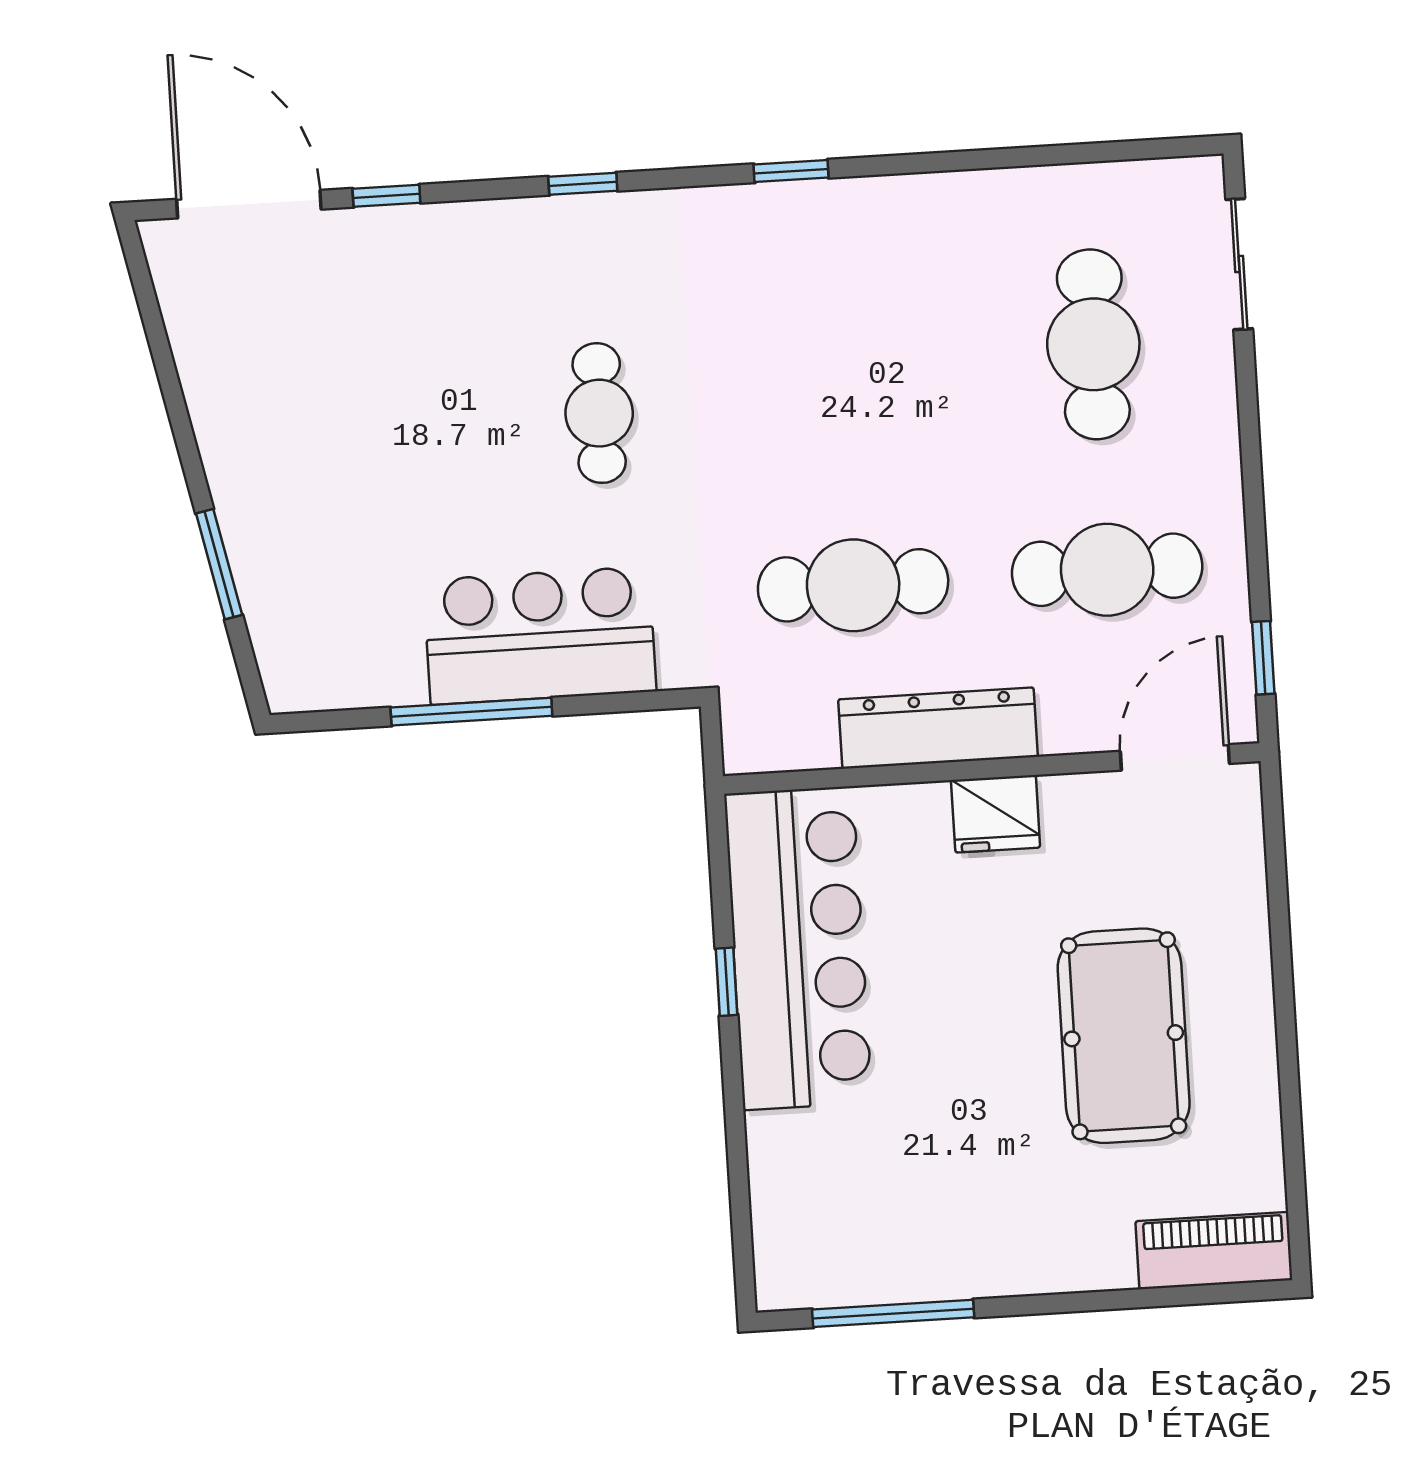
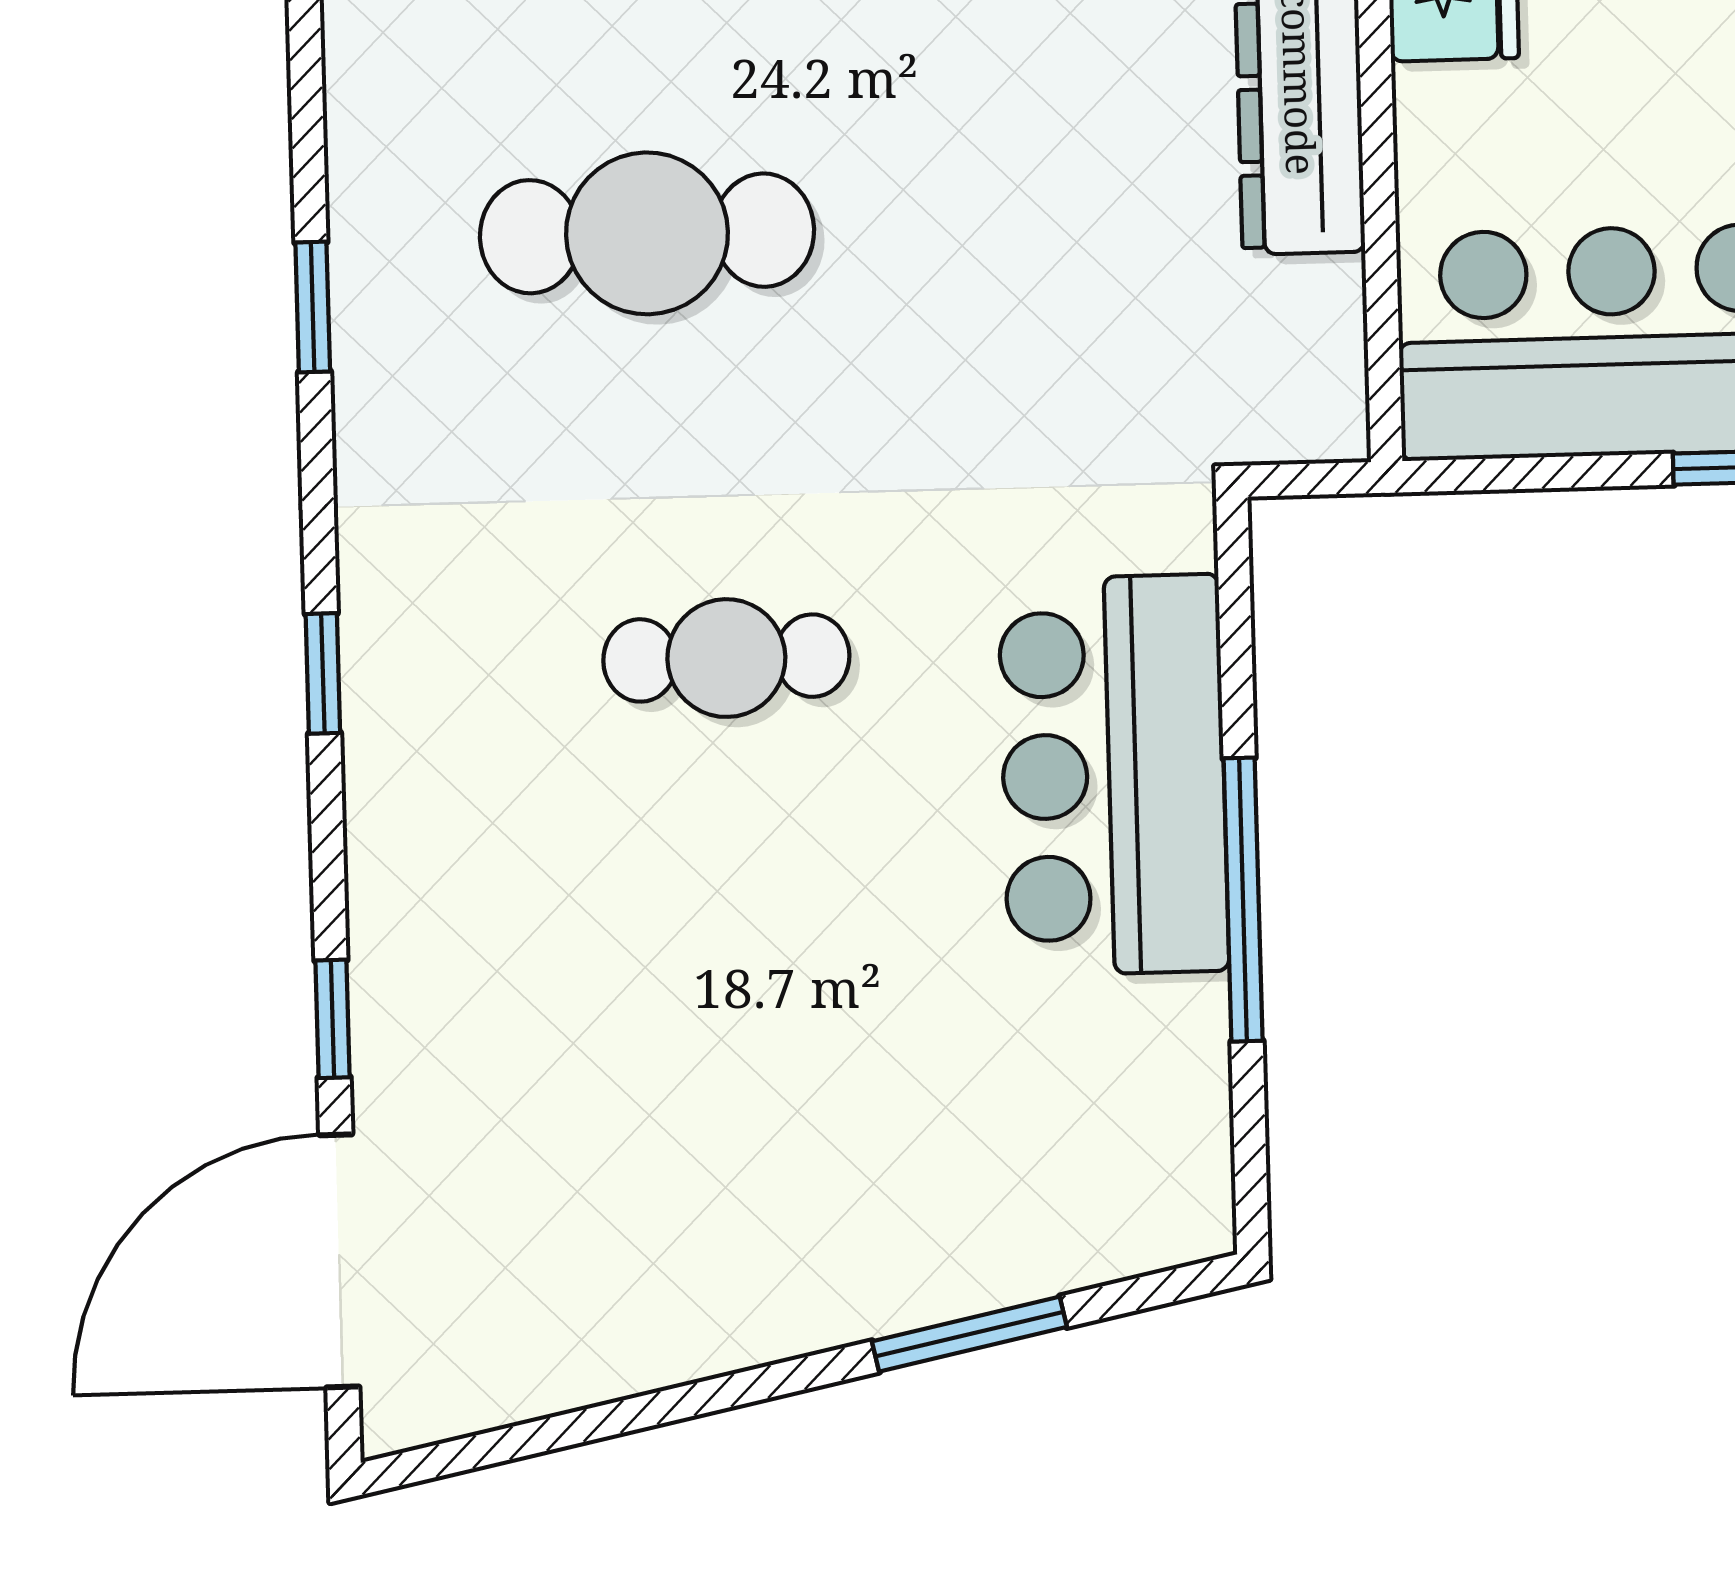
cafe table: (853, 585) -> (647, 233), moved, turned 90

